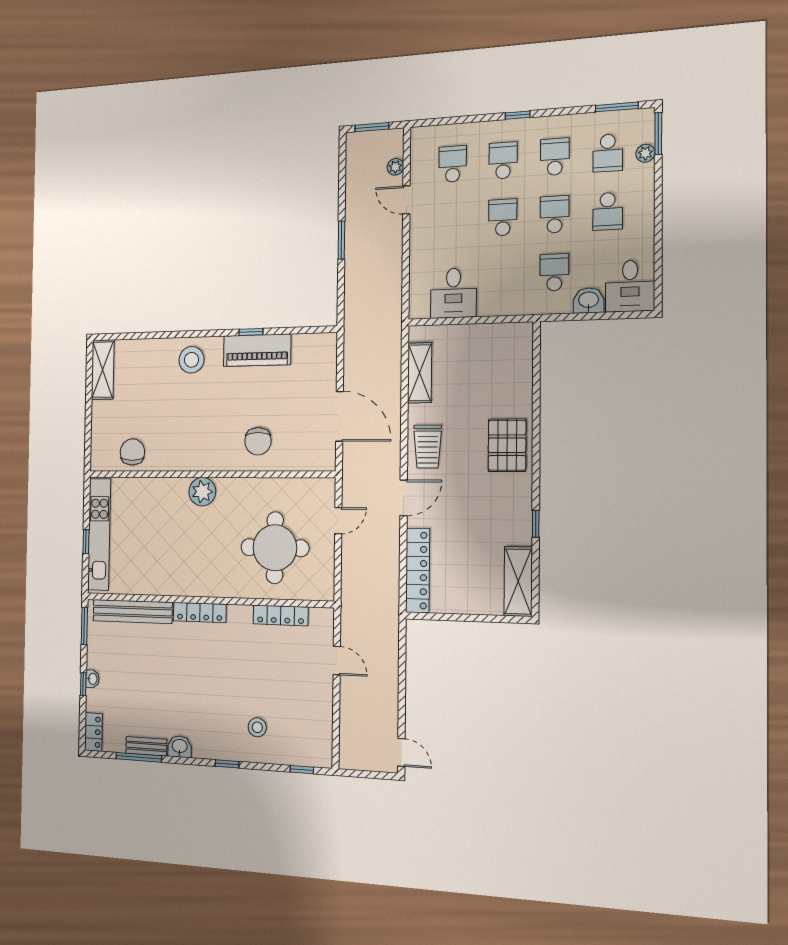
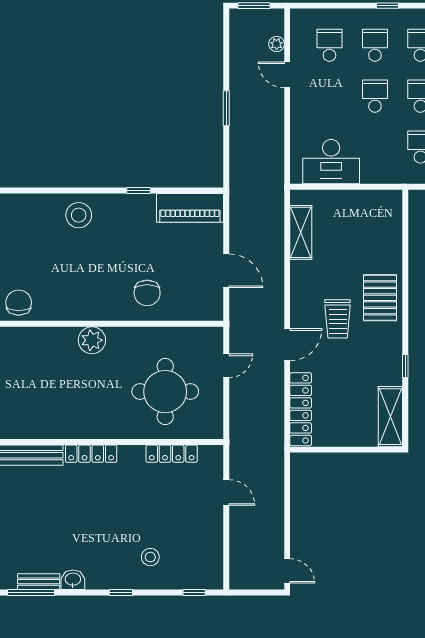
desk: (453, 293) -> (331, 162), width x1.37
piano: (257, 350) -> (190, 208), moved
door: (339, 416) -> (226, 271), width x0.73
trolley: (428, 447) -> (338, 319), moved

